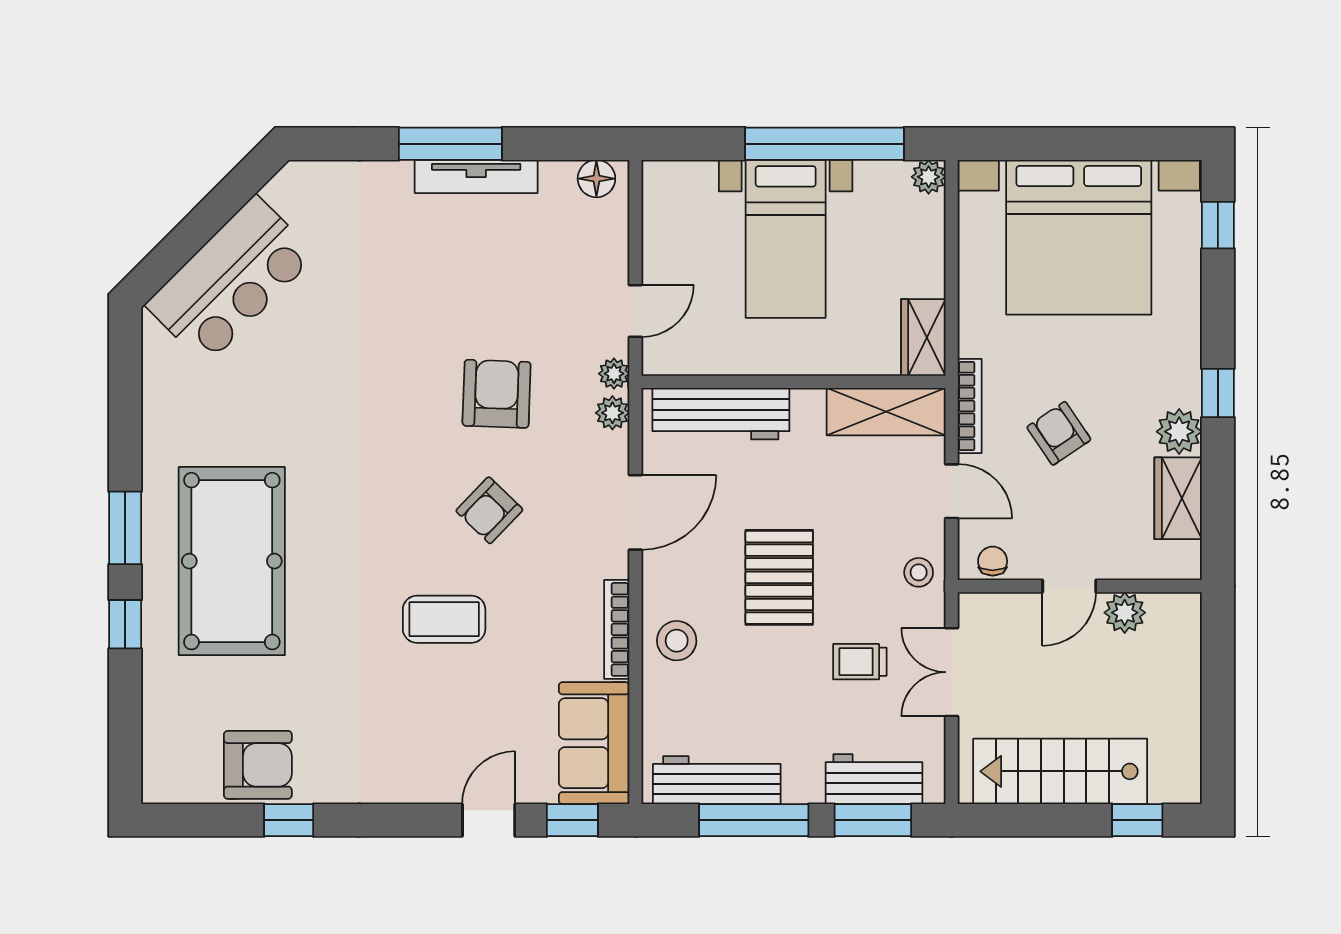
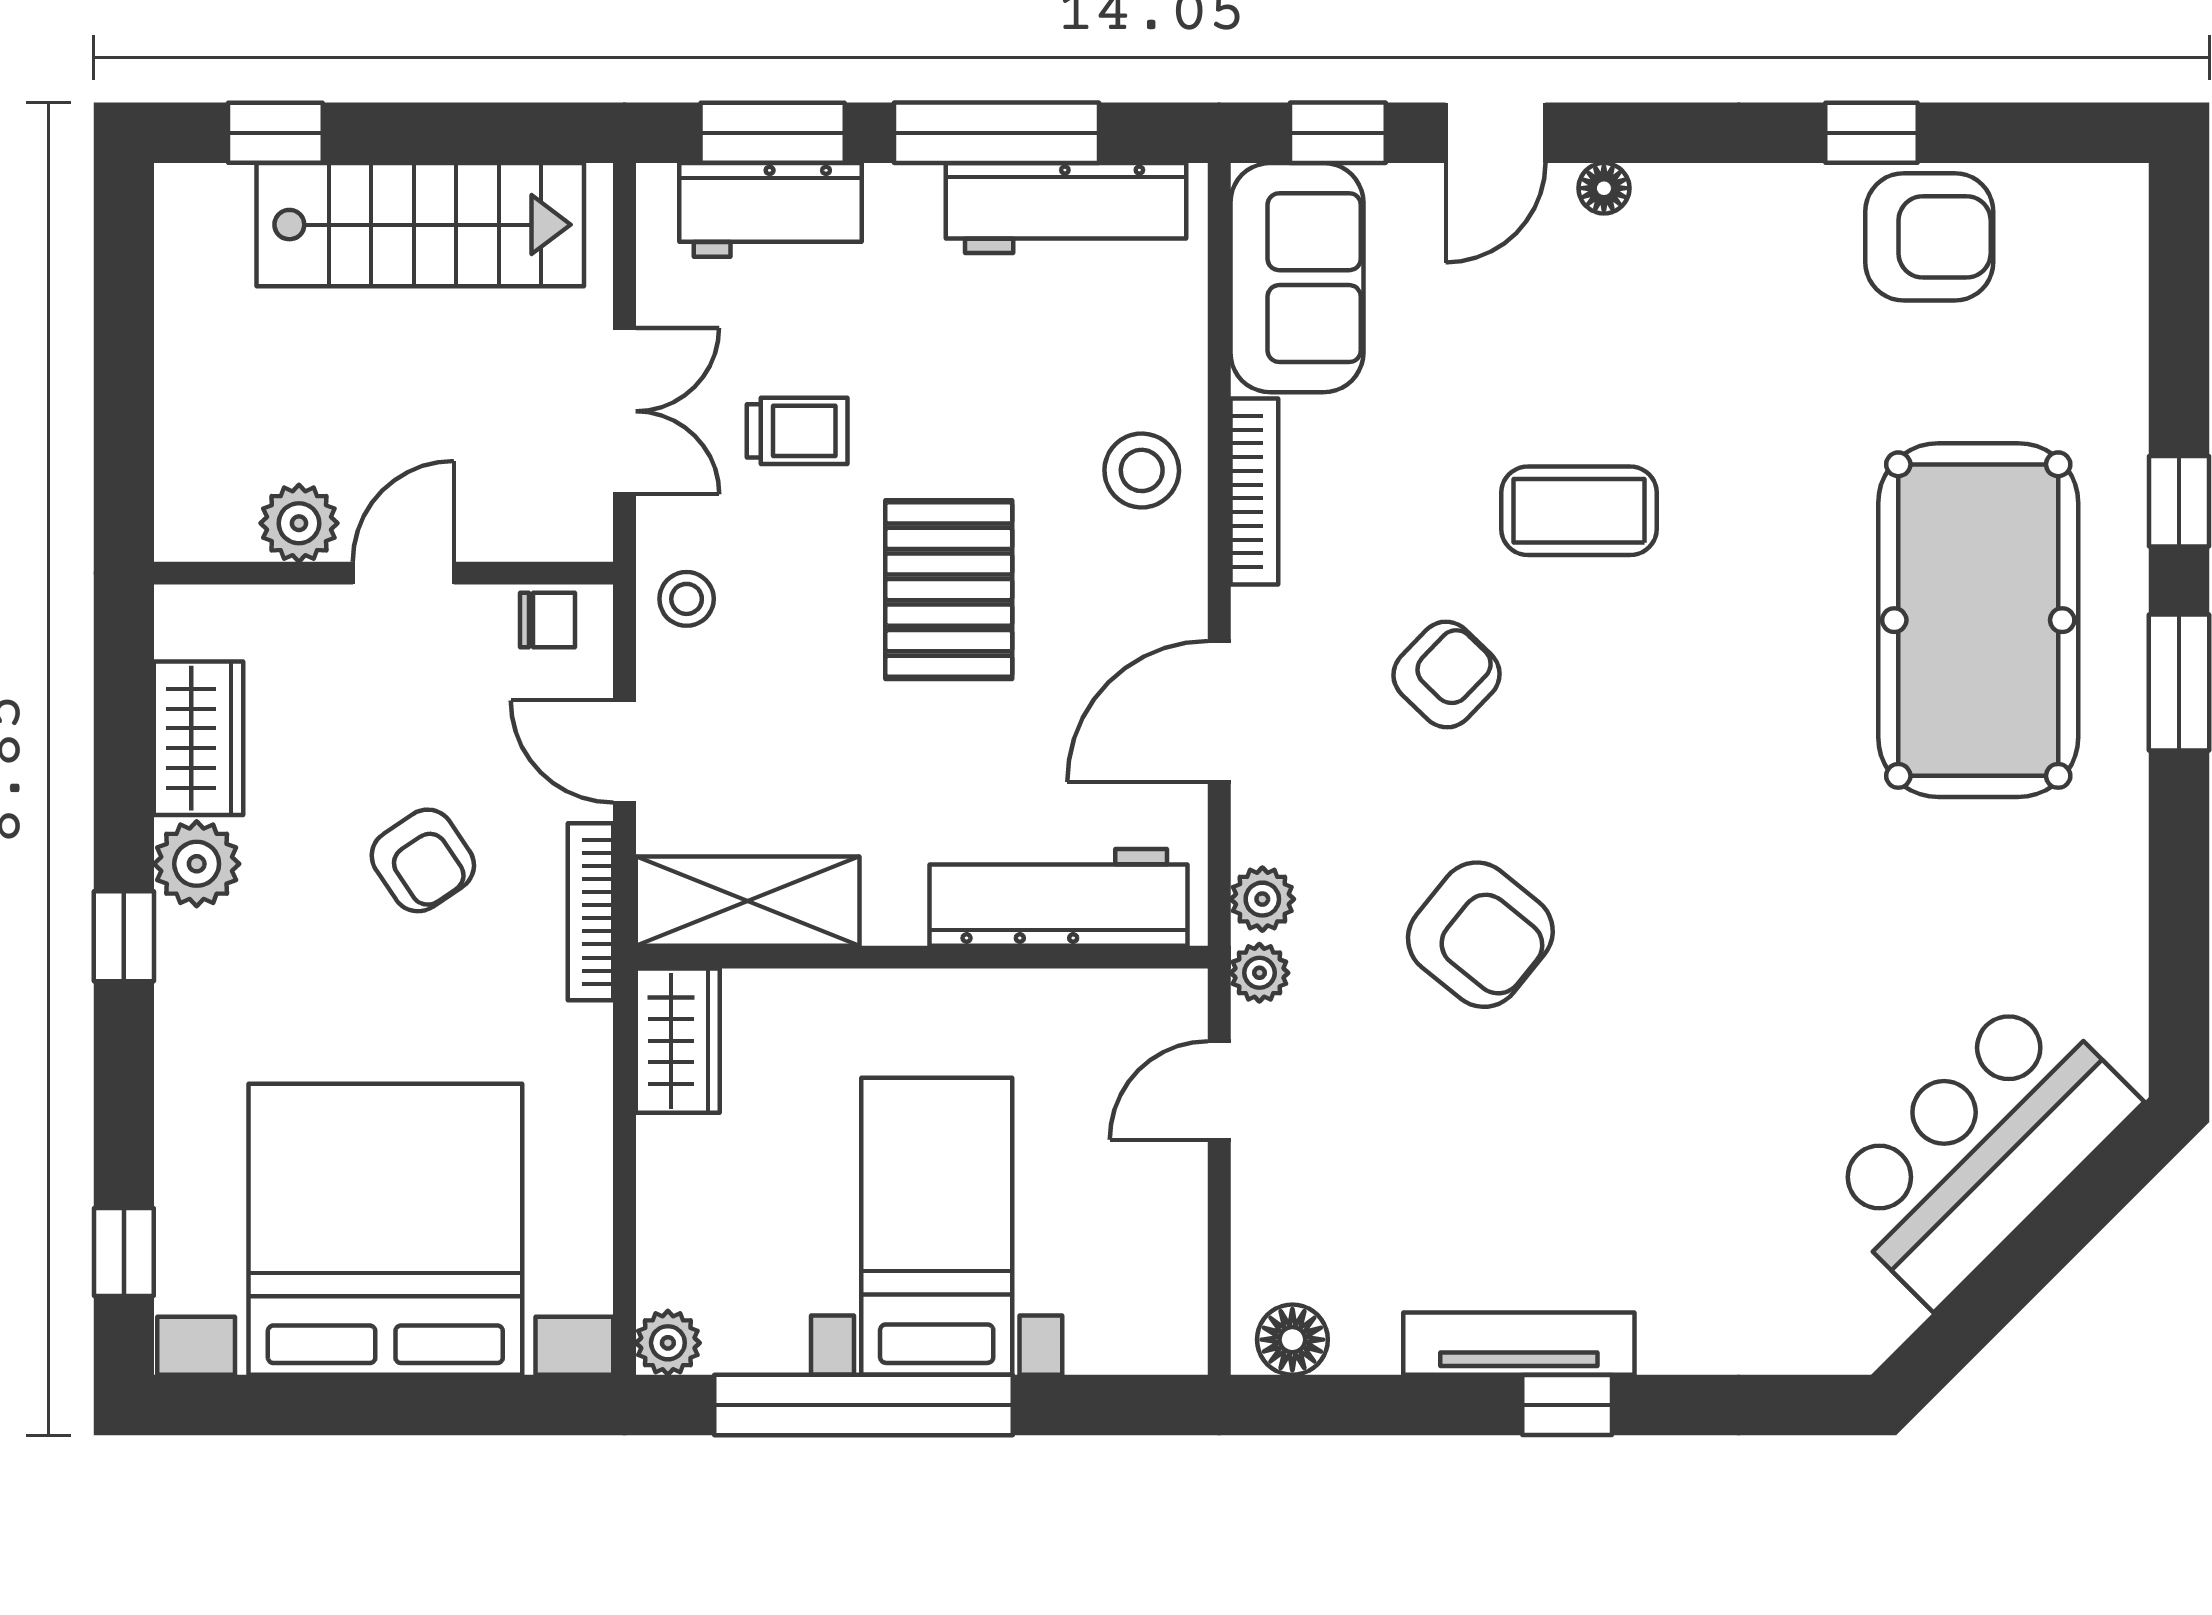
window: (450, 144) -> (1567, 1405), width x0.46
armchair: (497, 394) -> (1480, 935), turned -53
armchair: (489, 510) -> (1447, 674), moved
chair: (993, 561) -> (547, 620), turned -90
armchair: (258, 765) -> (1929, 237), turned 180
floor lamp: (431, 791) -> (1604, 188), added

